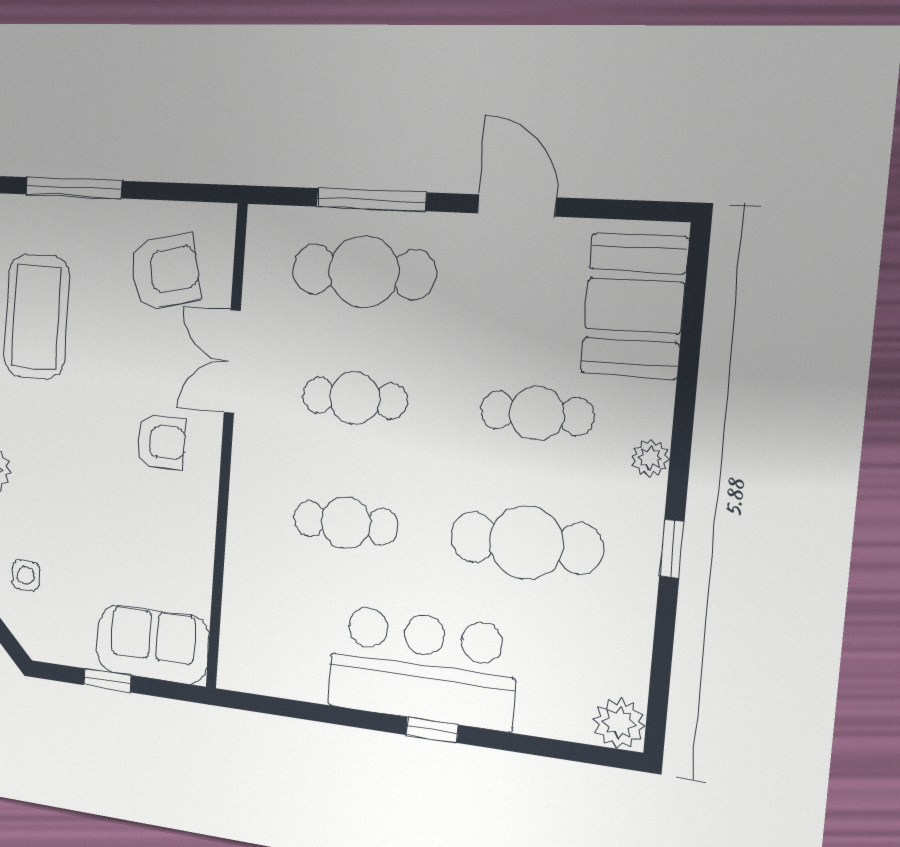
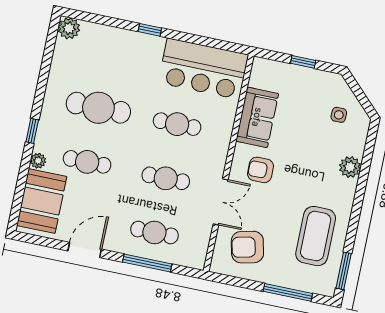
door: (517, 205) -> (85, 250), swing flipped
cafe table: (364, 272) -> (154, 232), width x0.73, depth x0.74
plant: (650, 458) -> (38, 161), moved
window: (672, 549) -> (32, 131), moved
sofa: (153, 644) -> (257, 117), moved, turned -90
bar counter: (422, 667) -> (203, 69), moved

